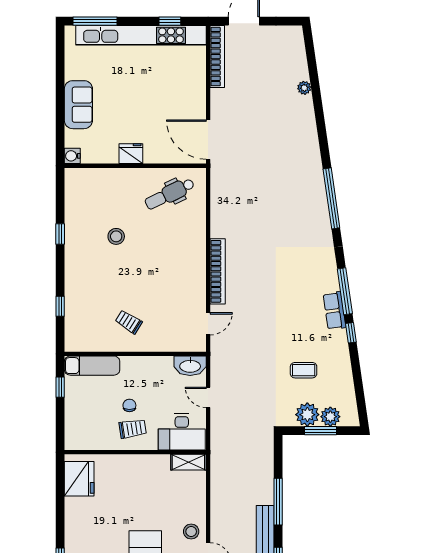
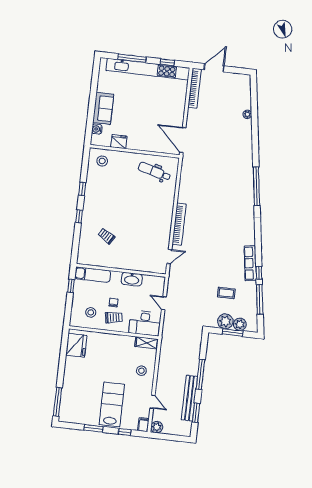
window: (95, 21) -> (132, 58), moved
fridge: (131, 154) -> (119, 142), moved
water cooler: (72, 156) -> (97, 129), moved
dental chair: (170, 194) -> (154, 172), turned 41
stool: (116, 236) -> (102, 161), moved
window: (345, 291) -> (260, 299), moved
window: (60, 306) -> (79, 216), moved
row of seats: (334, 311) -> (250, 263), width x1.48
trolley: (129, 322) -> (107, 236), moved
washbasin: (190, 366) -> (132, 279), moved
stool: (96, 425) -> (91, 312), added
stool: (191, 531) -> (141, 371), moved

